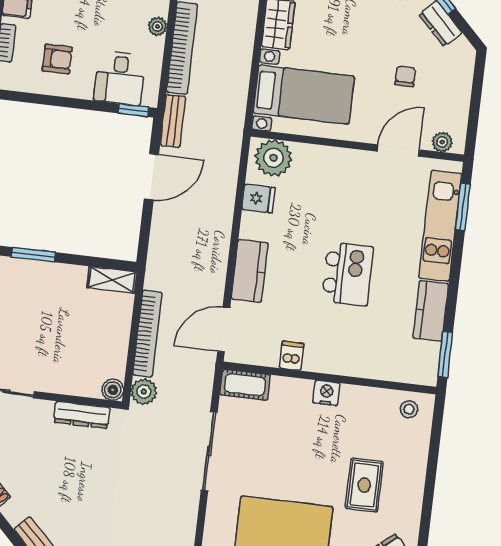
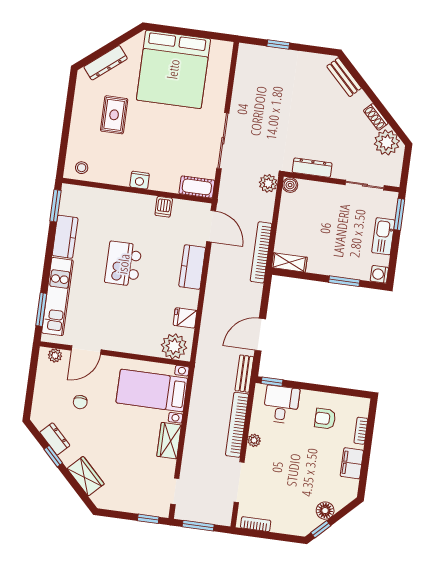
door: (224, 329) -> (211, 226), hinge flipped
bookcase: (147, 334) -> (261, 252), moved

